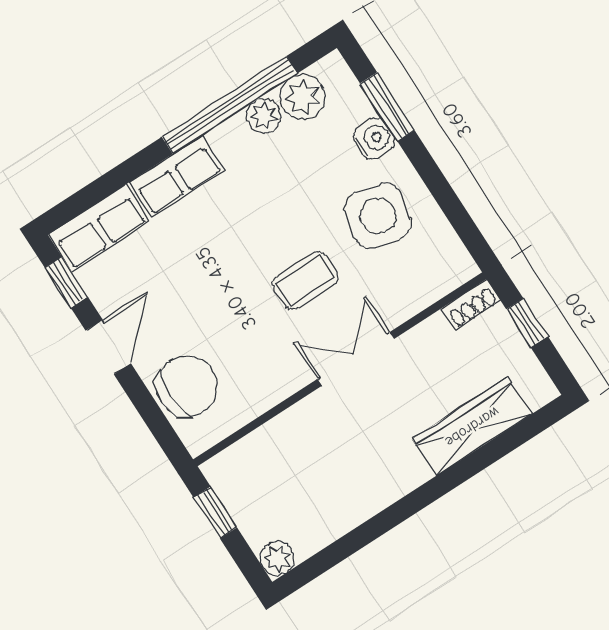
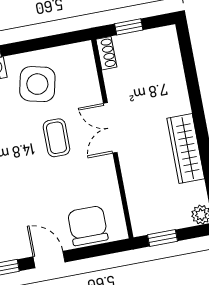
wardrobe: (472, 427) -> (186, 149), moved

